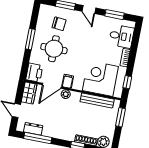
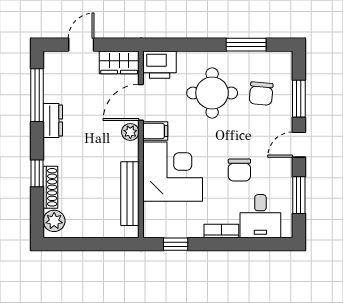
window: (30, 39) -> (246, 45), moved
chair: (96, 42) -> (239, 170), added
corner desk: (100, 78) -> (173, 172), moved
door: (52, 86) -> (141, 102), hinge flipped
window: (120, 117) -> (107, 244), removed
dresser: (33, 129) -> (53, 121), moved

